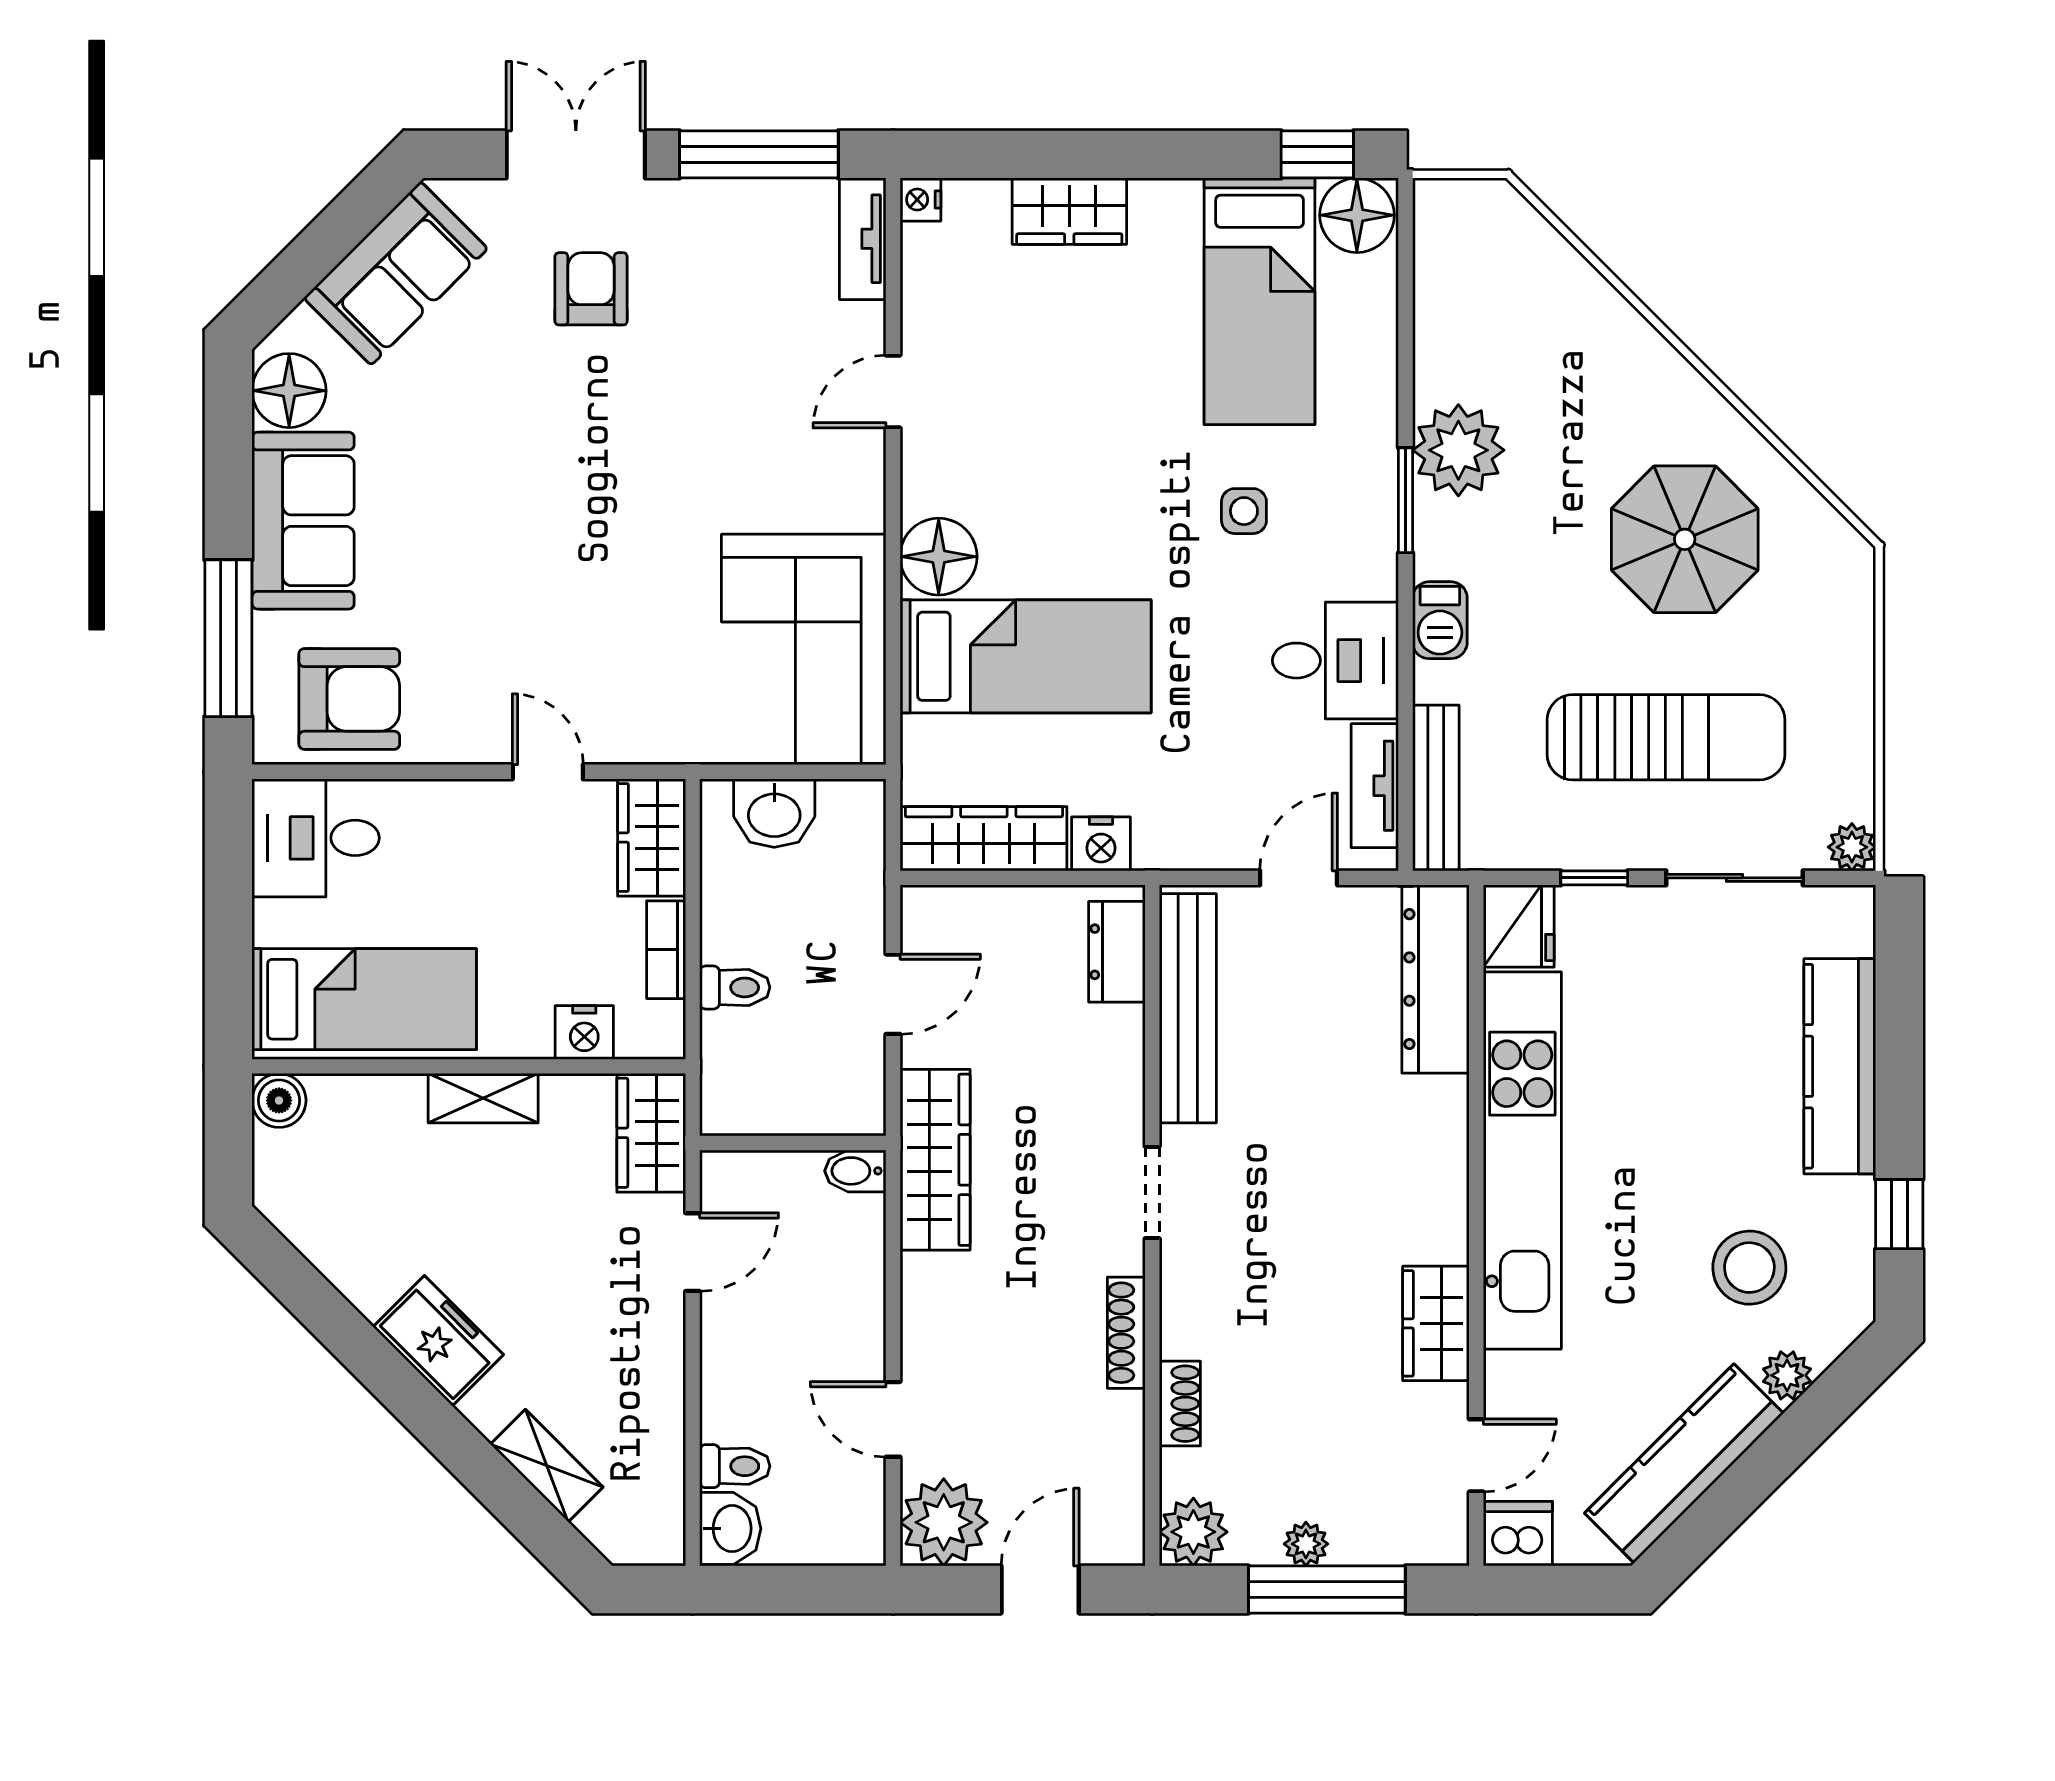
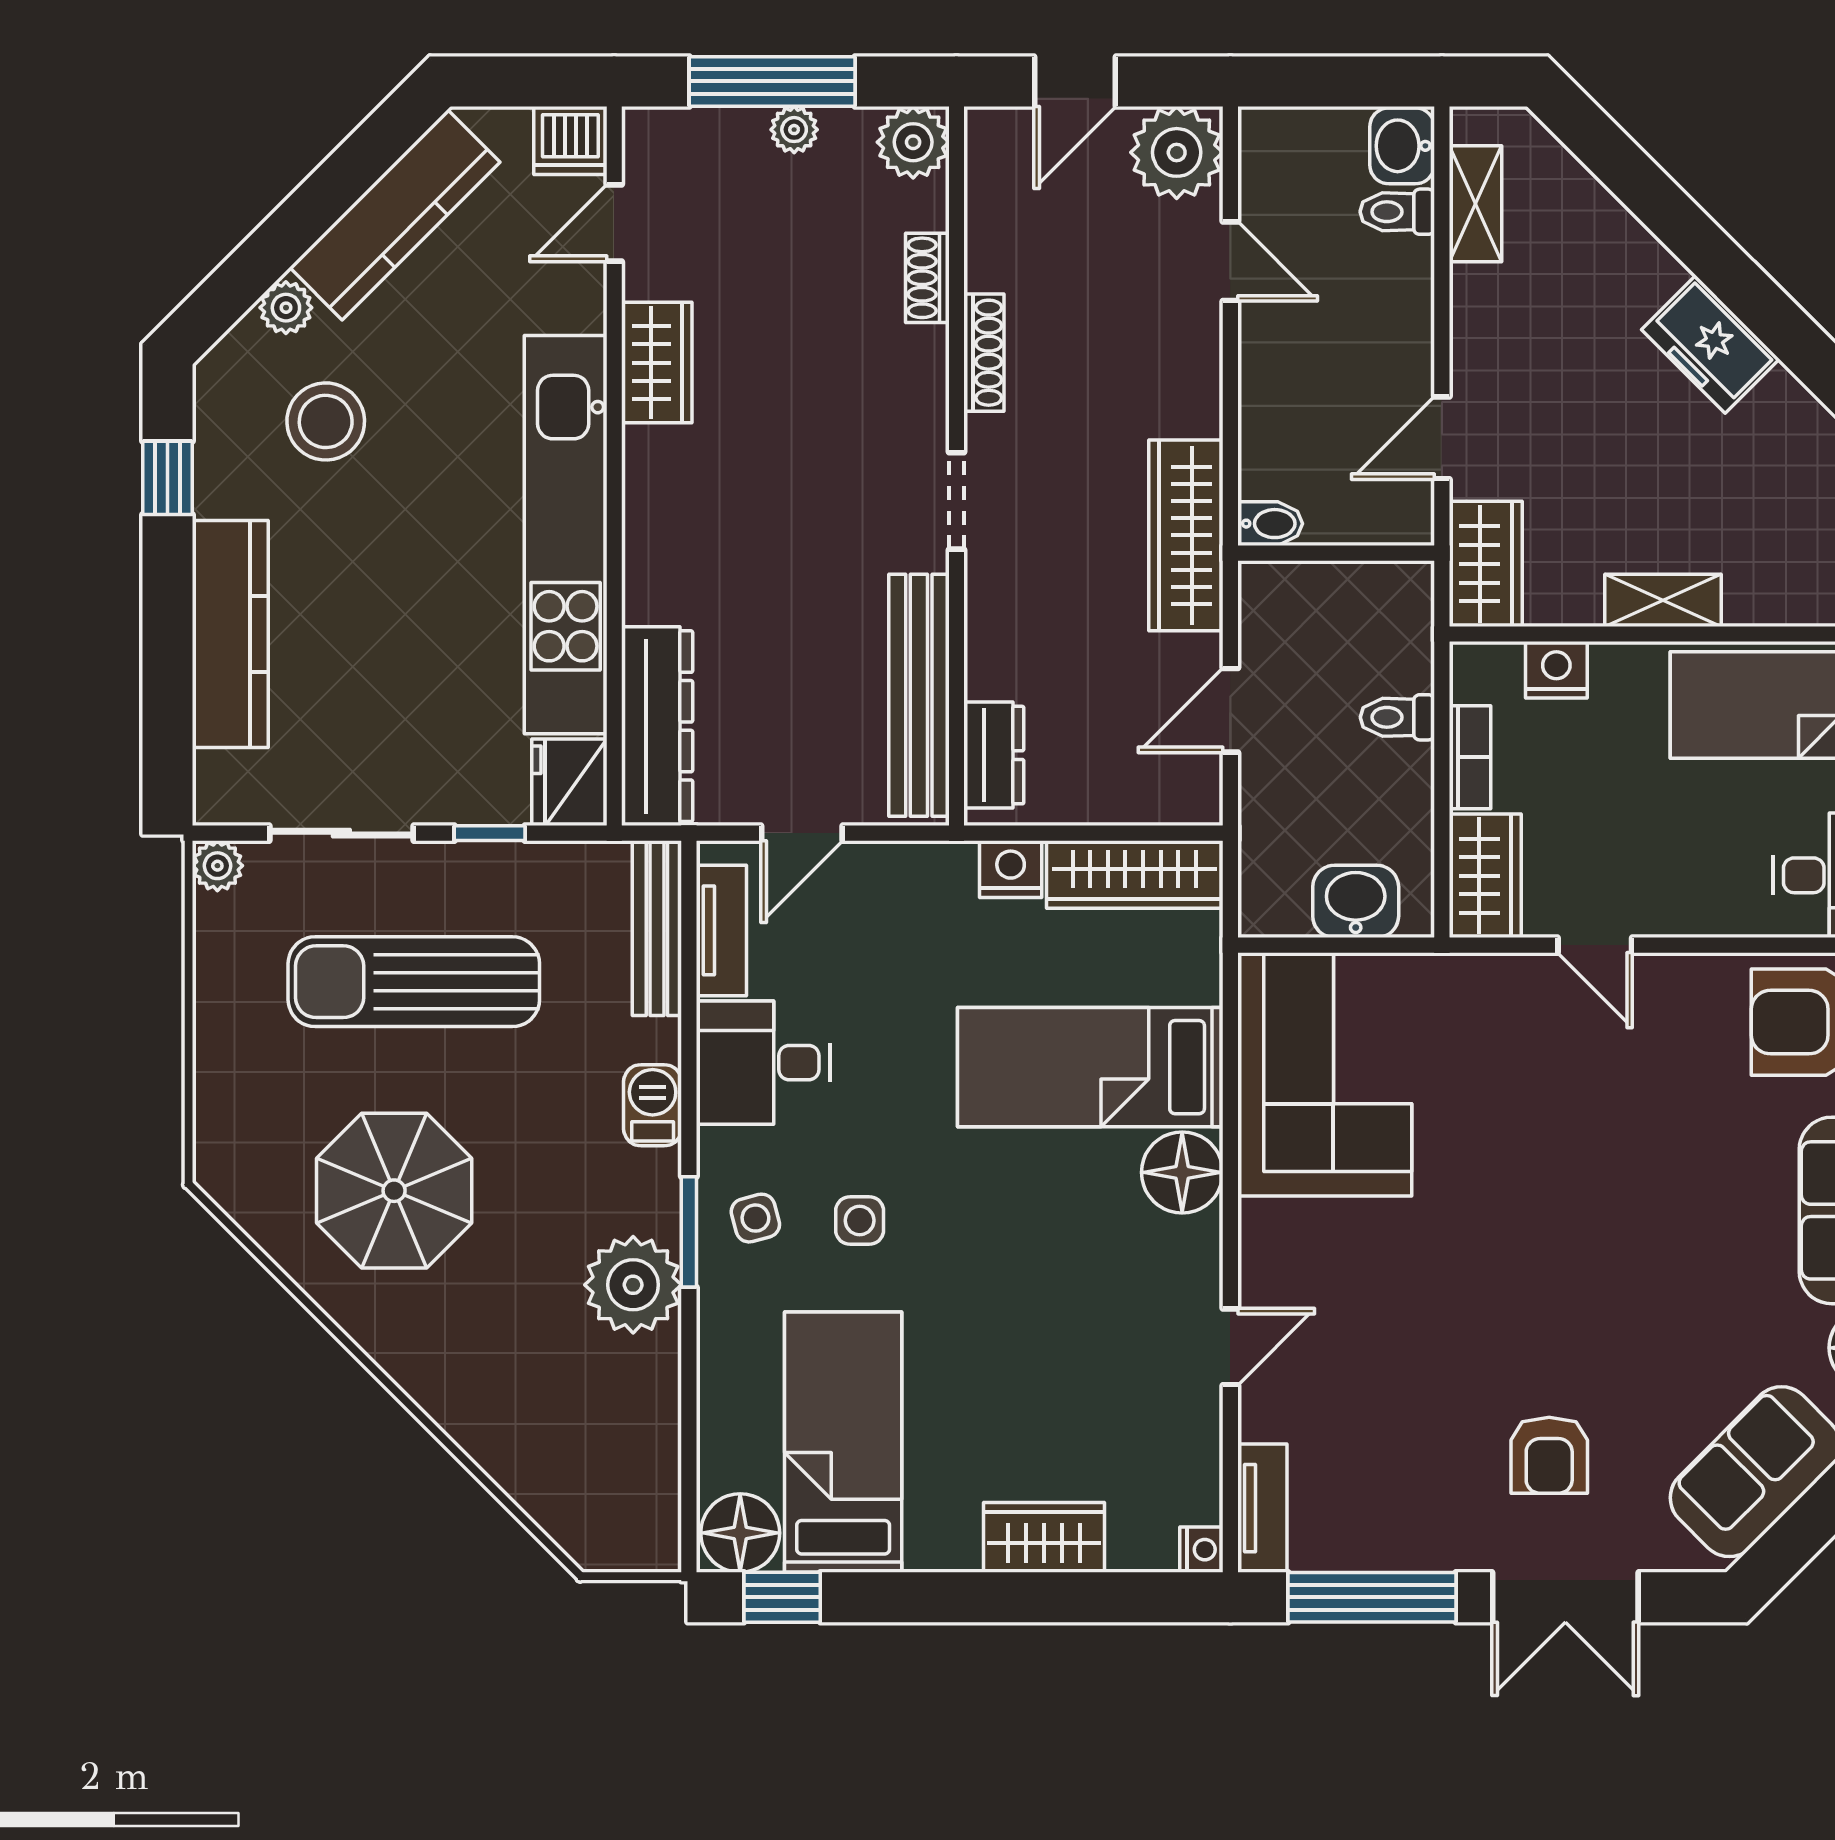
side table: (1343, 513) -> (755, 1218), added
shelving: (547, 1466) -> (1475, 204), moved, turned 45

